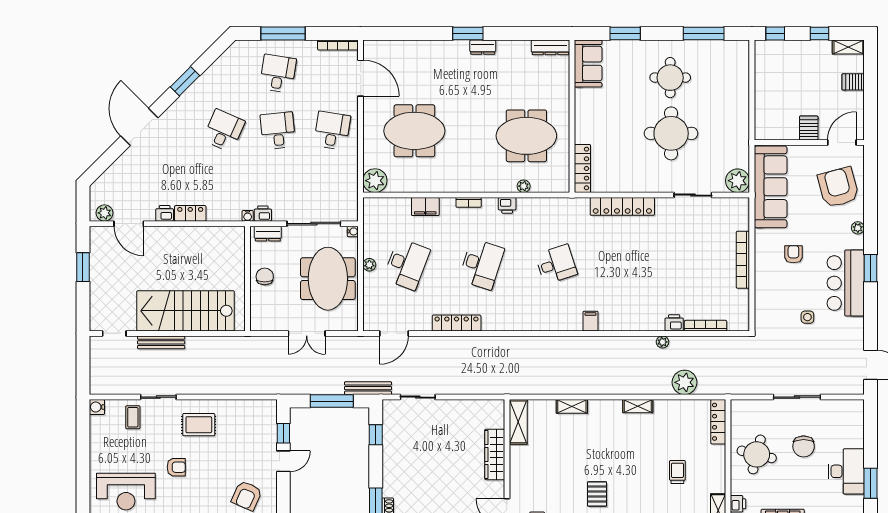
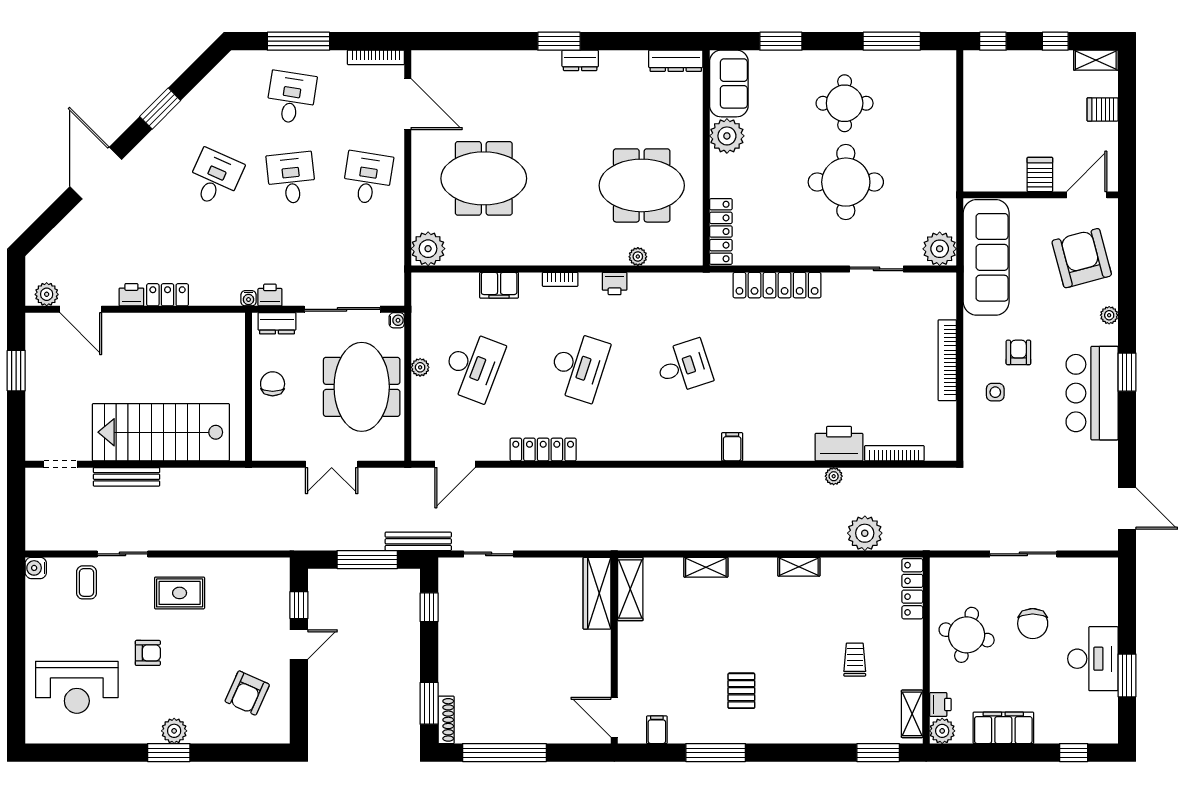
plant: (587, 101) -> (727, 136), added
side table: (807, 317) -> (995, 392), moved
printer: (674, 323) -> (839, 444), width x1.87, depth x1.48
wardrobe: (495, 454) -> (597, 593), moved

